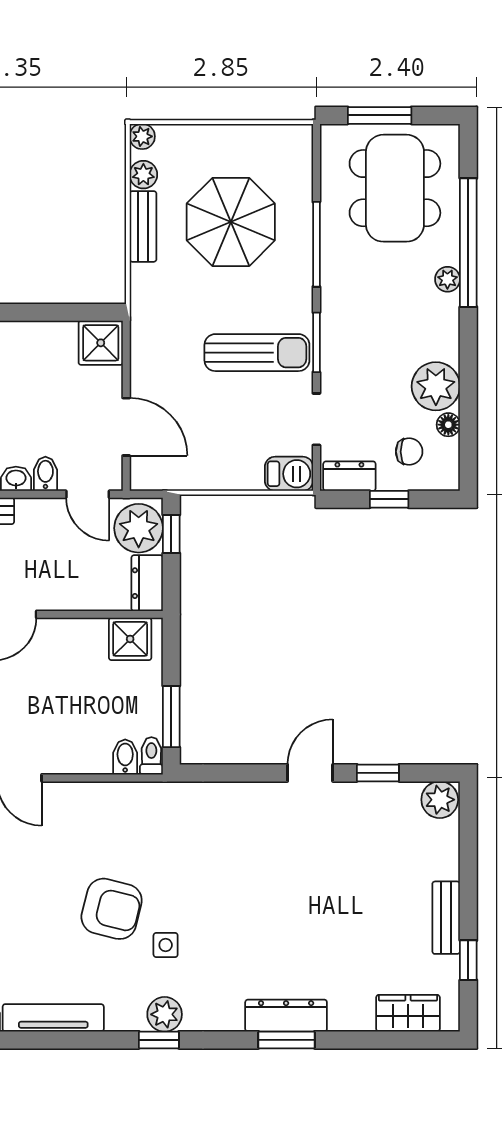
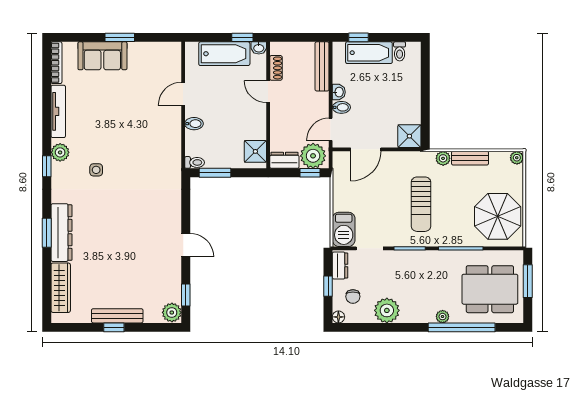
plant: (143, 175) -> (443, 158), moved
parasol: (231, 222) -> (498, 216), moved
sun lounger: (257, 353) -> (421, 204), moved
floor lamp: (448, 425) -> (338, 317), moved
barbecue: (289, 474) -> (344, 229), width x1.38, depth x1.27
bidet: (125, 757) -> (194, 124), moved
window: (378, 773) -> (186, 295), moved
armchair: (112, 909) -> (115, 142), removed
bench: (446, 918) -> (117, 316), width x1.36
window: (468, 960) -> (114, 327), moved
wardrobe: (408, 1013) -> (61, 288), width x1.50
plant: (165, 1014) -> (60, 152), moved
dresser: (286, 1016) -> (61, 233), width x1.37, depth x1.24

